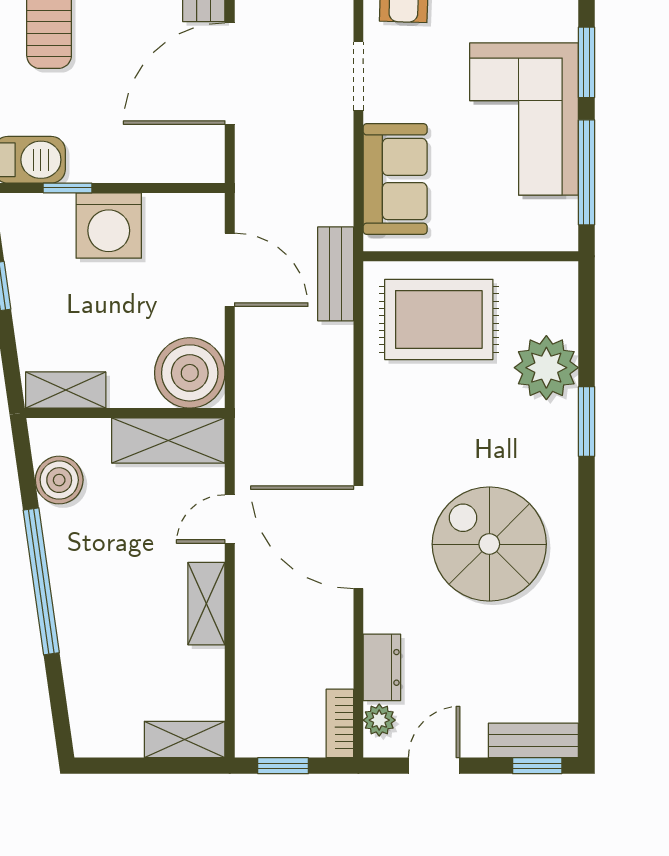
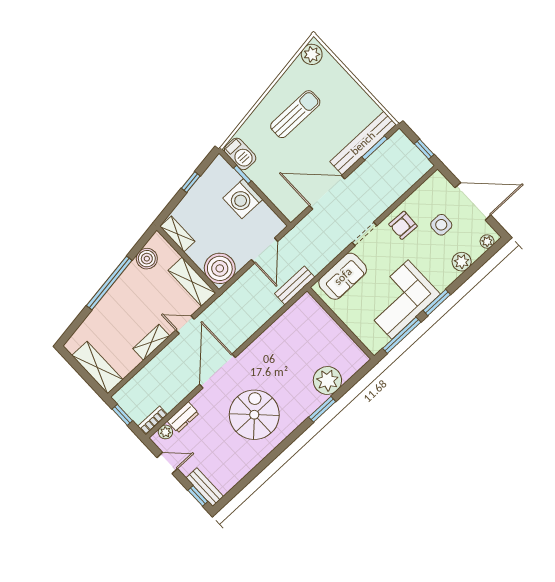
rug: (439, 319) -> (311, 332), removed
shelving: (185, 740) -> (97, 368), width x1.50, depth x1.33

